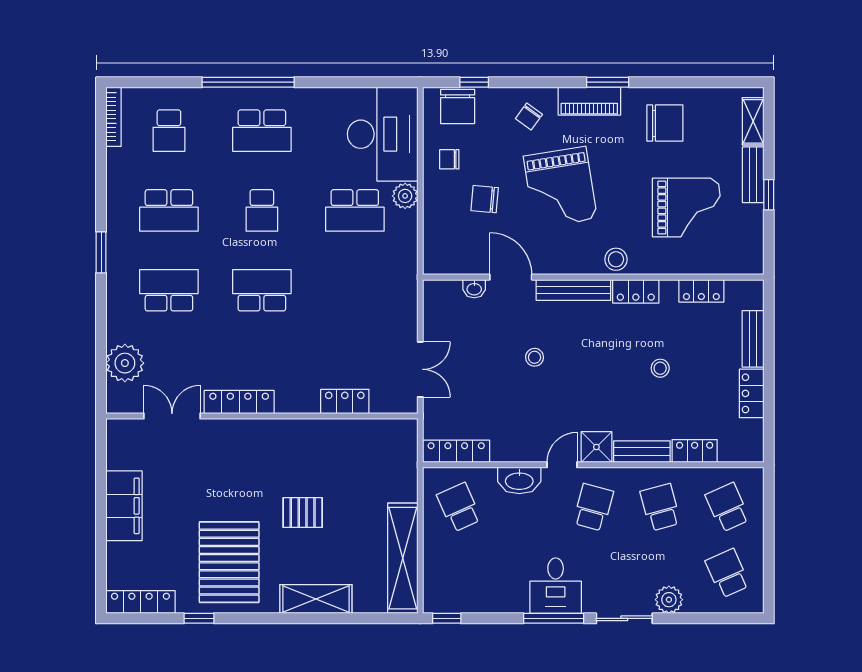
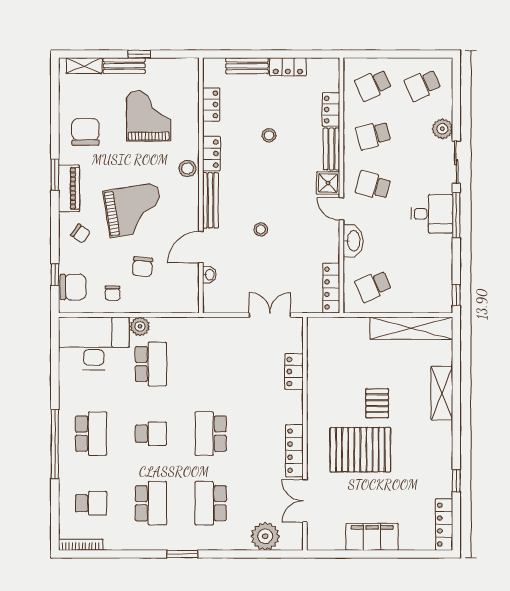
pallet: (229, 562) -> (360, 450), moved

